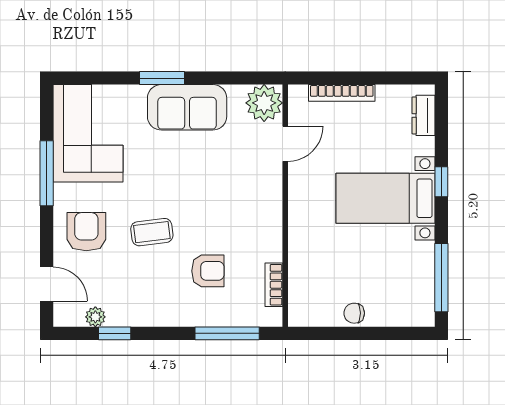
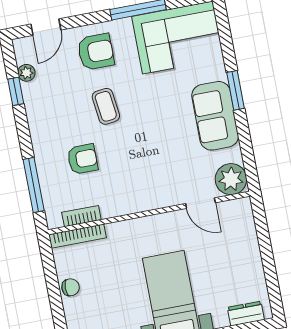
bookcase: (342, 93) -> (77, 236), moved, turned -90
armchair: (208, 271) -> (82, 159), turned -90
chair: (354, 313) -> (71, 287), turned 90

